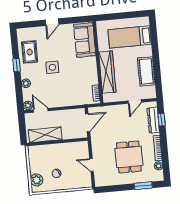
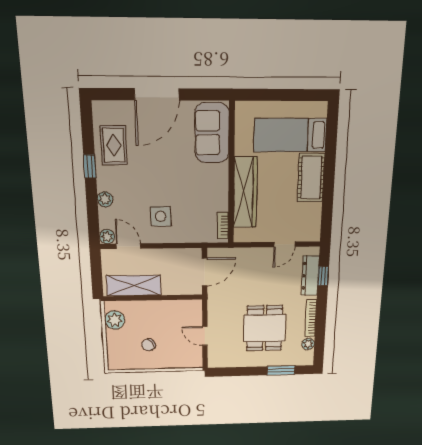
door: (52, 22) -> (157, 94), width x1.88
side table: (52, 67) -> (161, 216), moved
cot: (146, 71) -> (311, 178), moved
plant: (37, 180) -> (115, 320), moved

